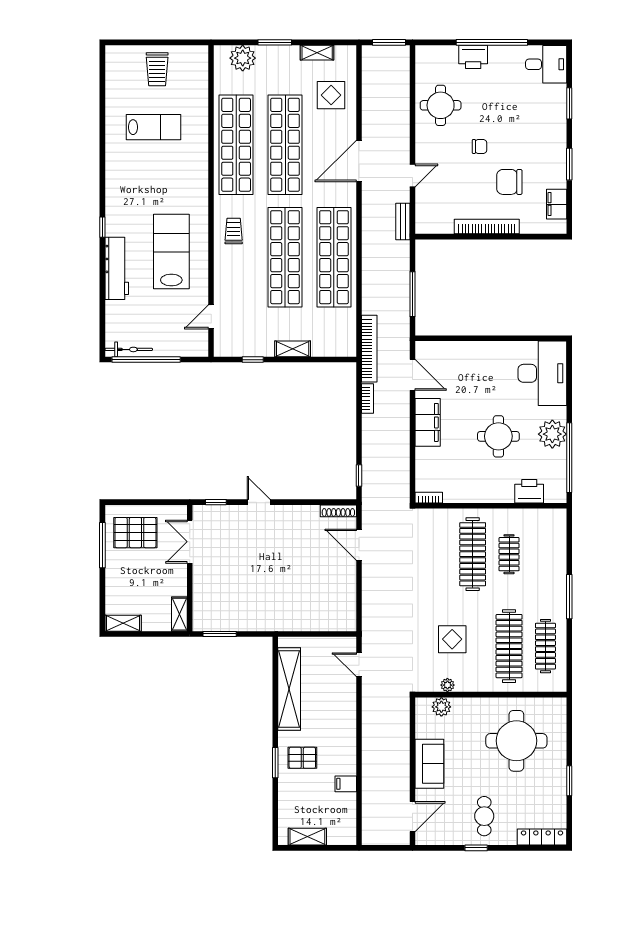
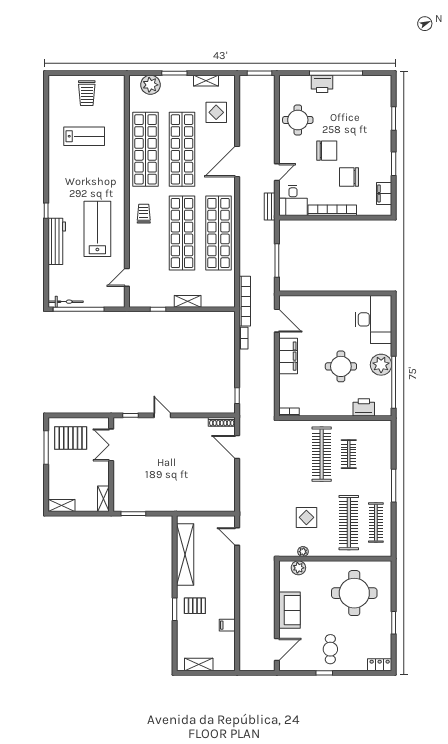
desk: (546, 64) -> (293, 201), moved, turned 90
chair: (480, 146) -> (327, 151), width x1.87, depth x1.87
locker: (542, 837) -> (380, 665), width x0.66

